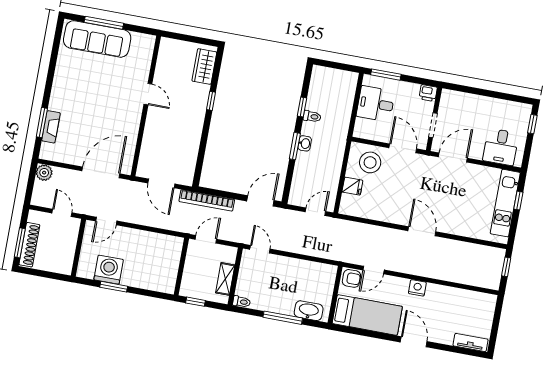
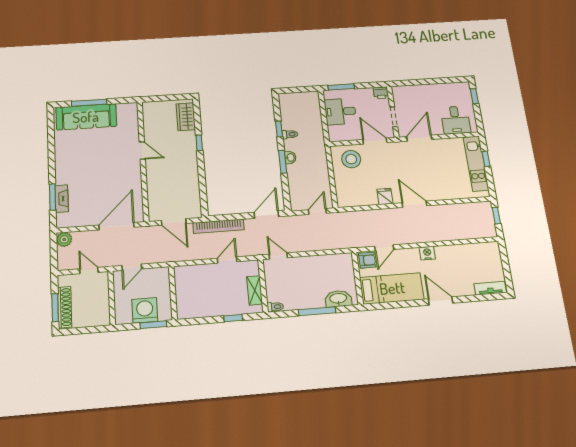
fridge: (352, 186) -> (385, 196), moved, turned -90
wall: (181, 267) -> (173, 293), moved

